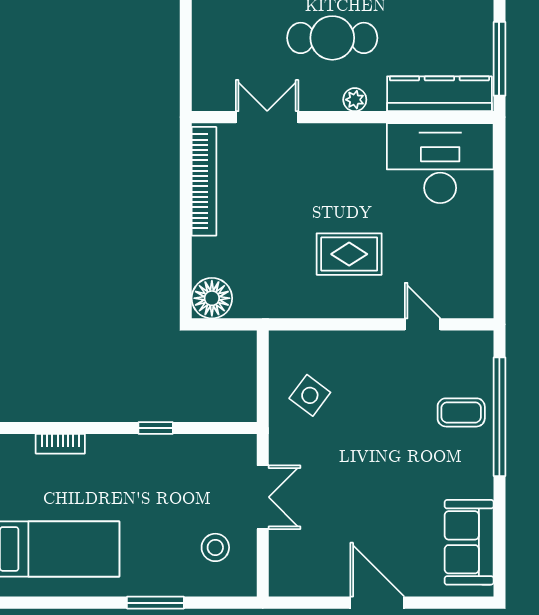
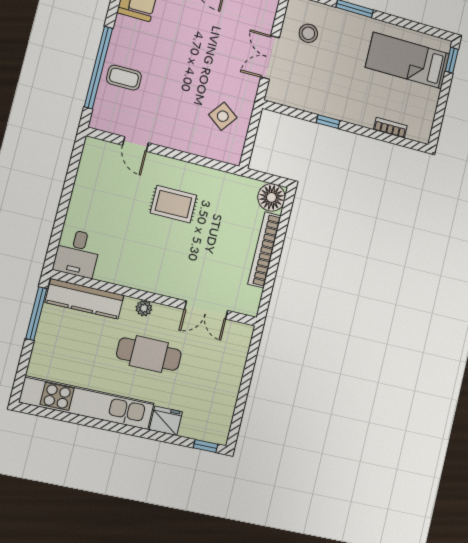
desk: (440, 163) -> (77, 253), width x0.53, depth x0.77
bookcase: (204, 181) -> (264, 250), moved

